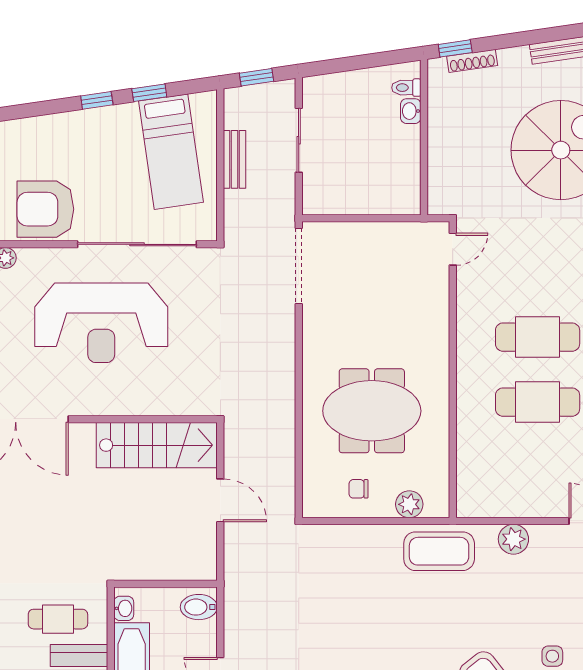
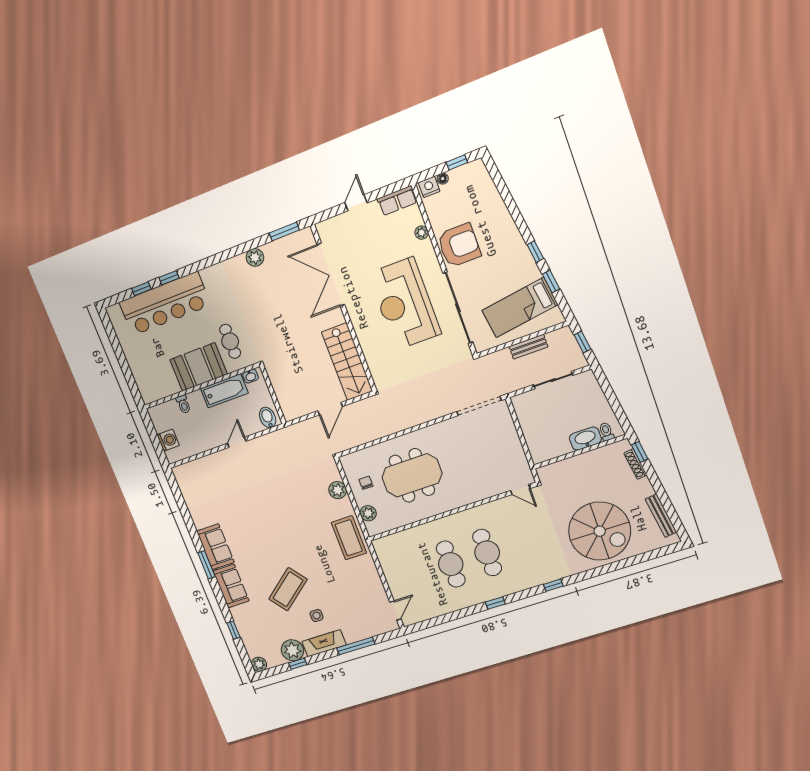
washbasin: (411, 111) -> (585, 439), width x1.91, depth x1.45
armchair: (45, 209) -> (459, 245), turned 90
meeting table: (372, 411) -> (412, 475), turned 90
plant: (513, 539) -> (338, 490), moved

